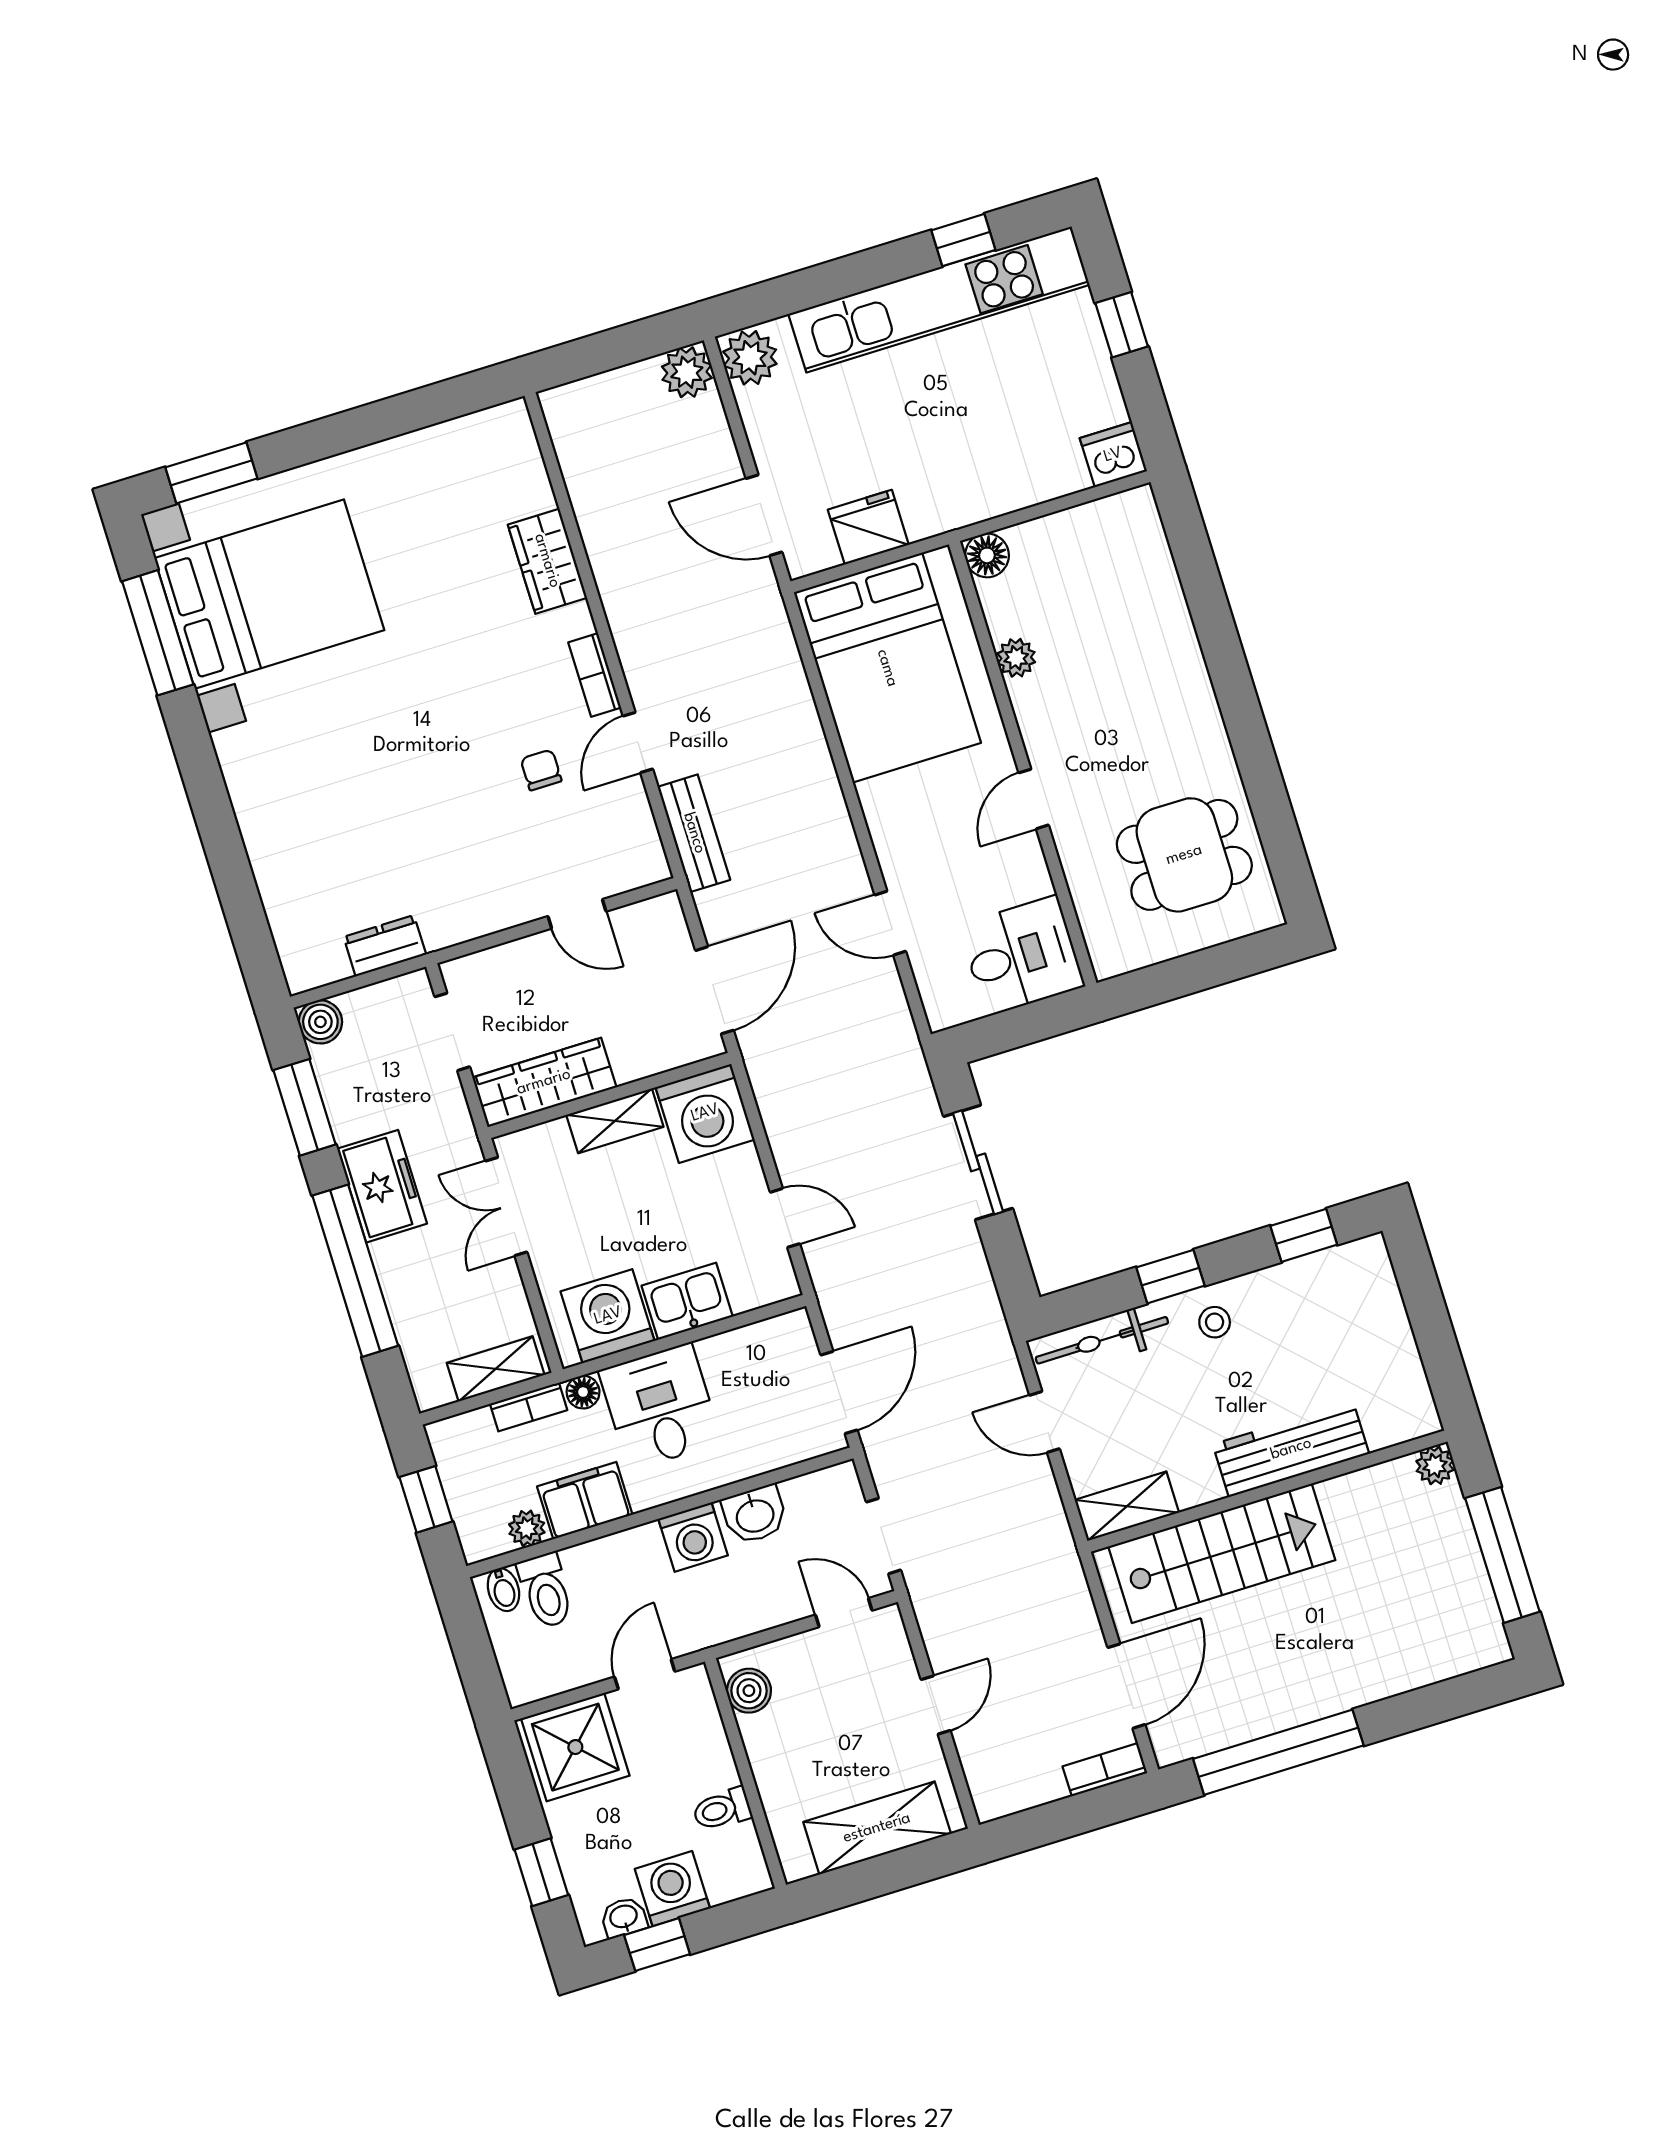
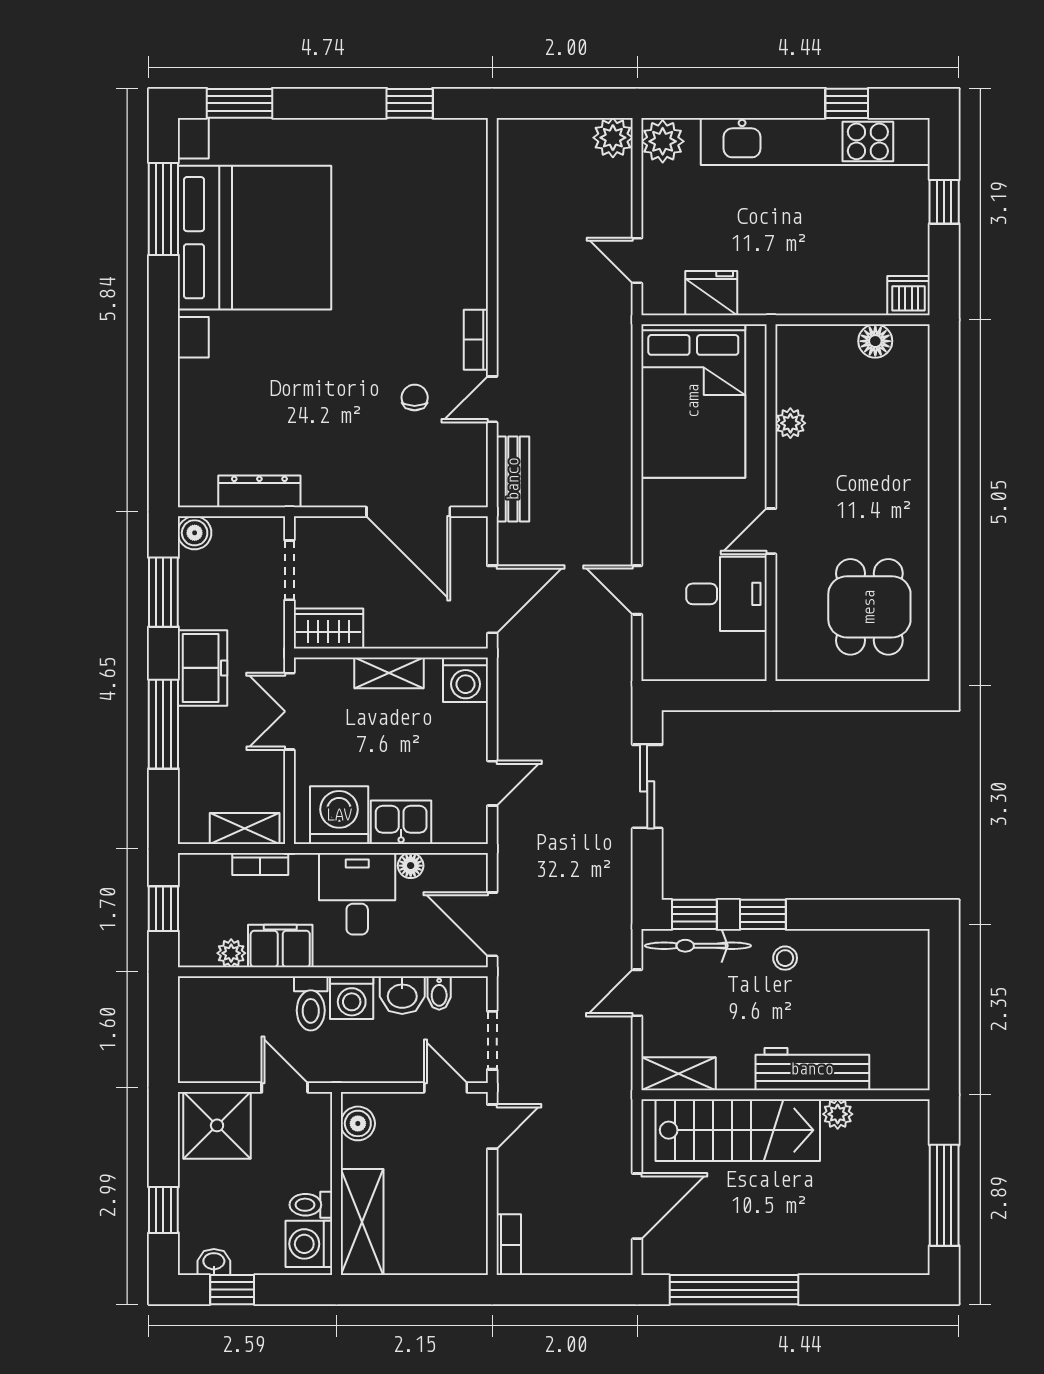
window: (422, 408) -> (410, 103), added
door: (764, 515) -> (637, 261), width x0.73
floor lamp: (987, 555) -> (875, 341), moved
wardrobe: (547, 561) -> (467, 245), removed
bed with nightstands: (269, 594) -> (255, 238), width x1.36
dining table: (1184, 855) -> (869, 607), turned 90
door: (577, 914) -> (408, 512), width x1.88
dresser: (385, 946) -> (259, 491), width x1.44
desk: (1022, 956) -> (727, 594), moved
wardrobe: (544, 1082) -> (328, 629), width x0.67
washing machine: (705, 1113) -> (466, 680), width x0.73, depth x0.73
door: (785, 1218) -> (492, 783), hinge flipped
window: (1304, 1235) -> (694, 914), moved
window: (355, 1271) -> (163, 724), width x0.68
floor lamp: (583, 1392) -> (411, 866), moved
door: (839, 1393) -> (492, 924), swing flipped
door: (1045, 1422) -> (637, 993), hinge flipped
plant: (1435, 1465) -> (838, 1114), moved
bidet: (503, 1590) -> (439, 993), moved
toilet: (546, 1590) -> (311, 1003), moved
door: (645, 1674) -> (285, 1088), hinge flipped
door: (936, 1705) -> (492, 1127), moved
bookcase: (1105, 1770) -> (509, 1245), moved, turned 90
shelving: (877, 1828) -> (362, 1222), moved, turned 90
washing machine: (672, 1889) -> (309, 1244), moved, turned -90

